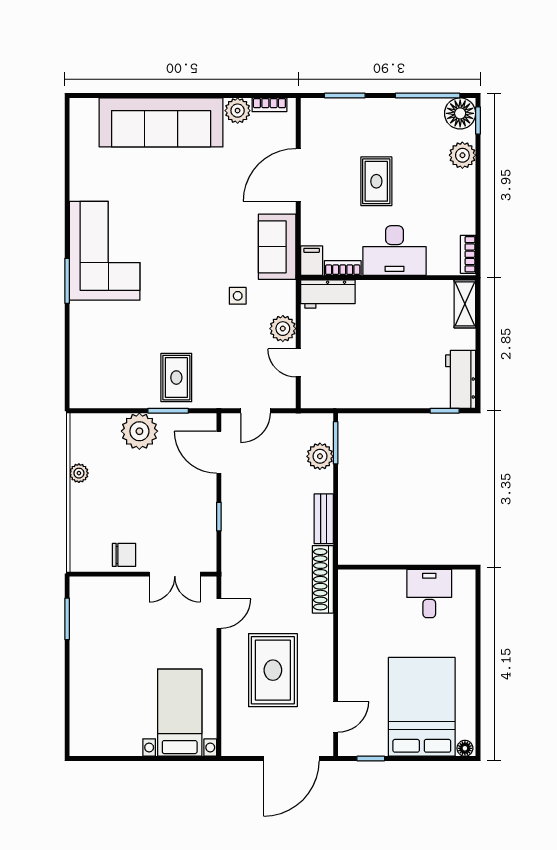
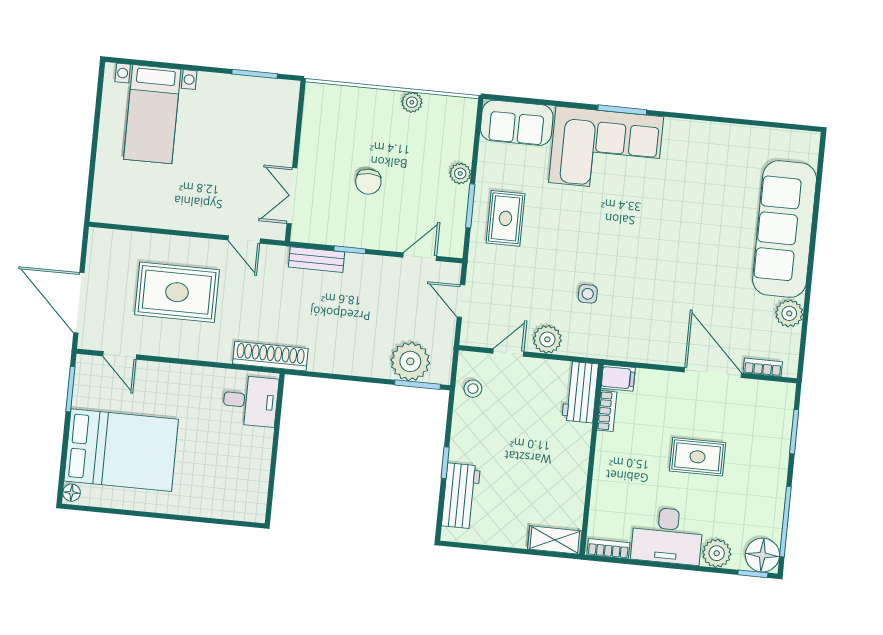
bookcase: (269, 105) -> (763, 367), moved, turned 90
sofa: (277, 247) -> (517, 123), moved, turned 180
desk: (394, 250) -> (667, 536), moved, turned -90
corner sofa: (105, 251) -> (606, 150), moved
rug: (176, 378) -> (505, 218), turned 90
workbench: (461, 379) -> (461, 496), moved, turned 90
stool: (334, 392) -> (473, 389), added
window: (445, 411) -> (445, 463), moved
plant: (139, 431) -> (460, 173), width x0.53, depth x0.53
door: (219, 452) -> (420, 257), width x0.73
plant: (320, 456) -> (410, 361), width x1.36, depth x1.36
bench: (324, 519) -> (317, 260), moved
chair: (124, 555) -> (368, 182), moved
desk: (429, 594) -> (250, 401), moved
bed with nightstands: (180, 713) -> (152, 114), moved, turned 90
window: (371, 759) -> (70, 389), width x1.50

